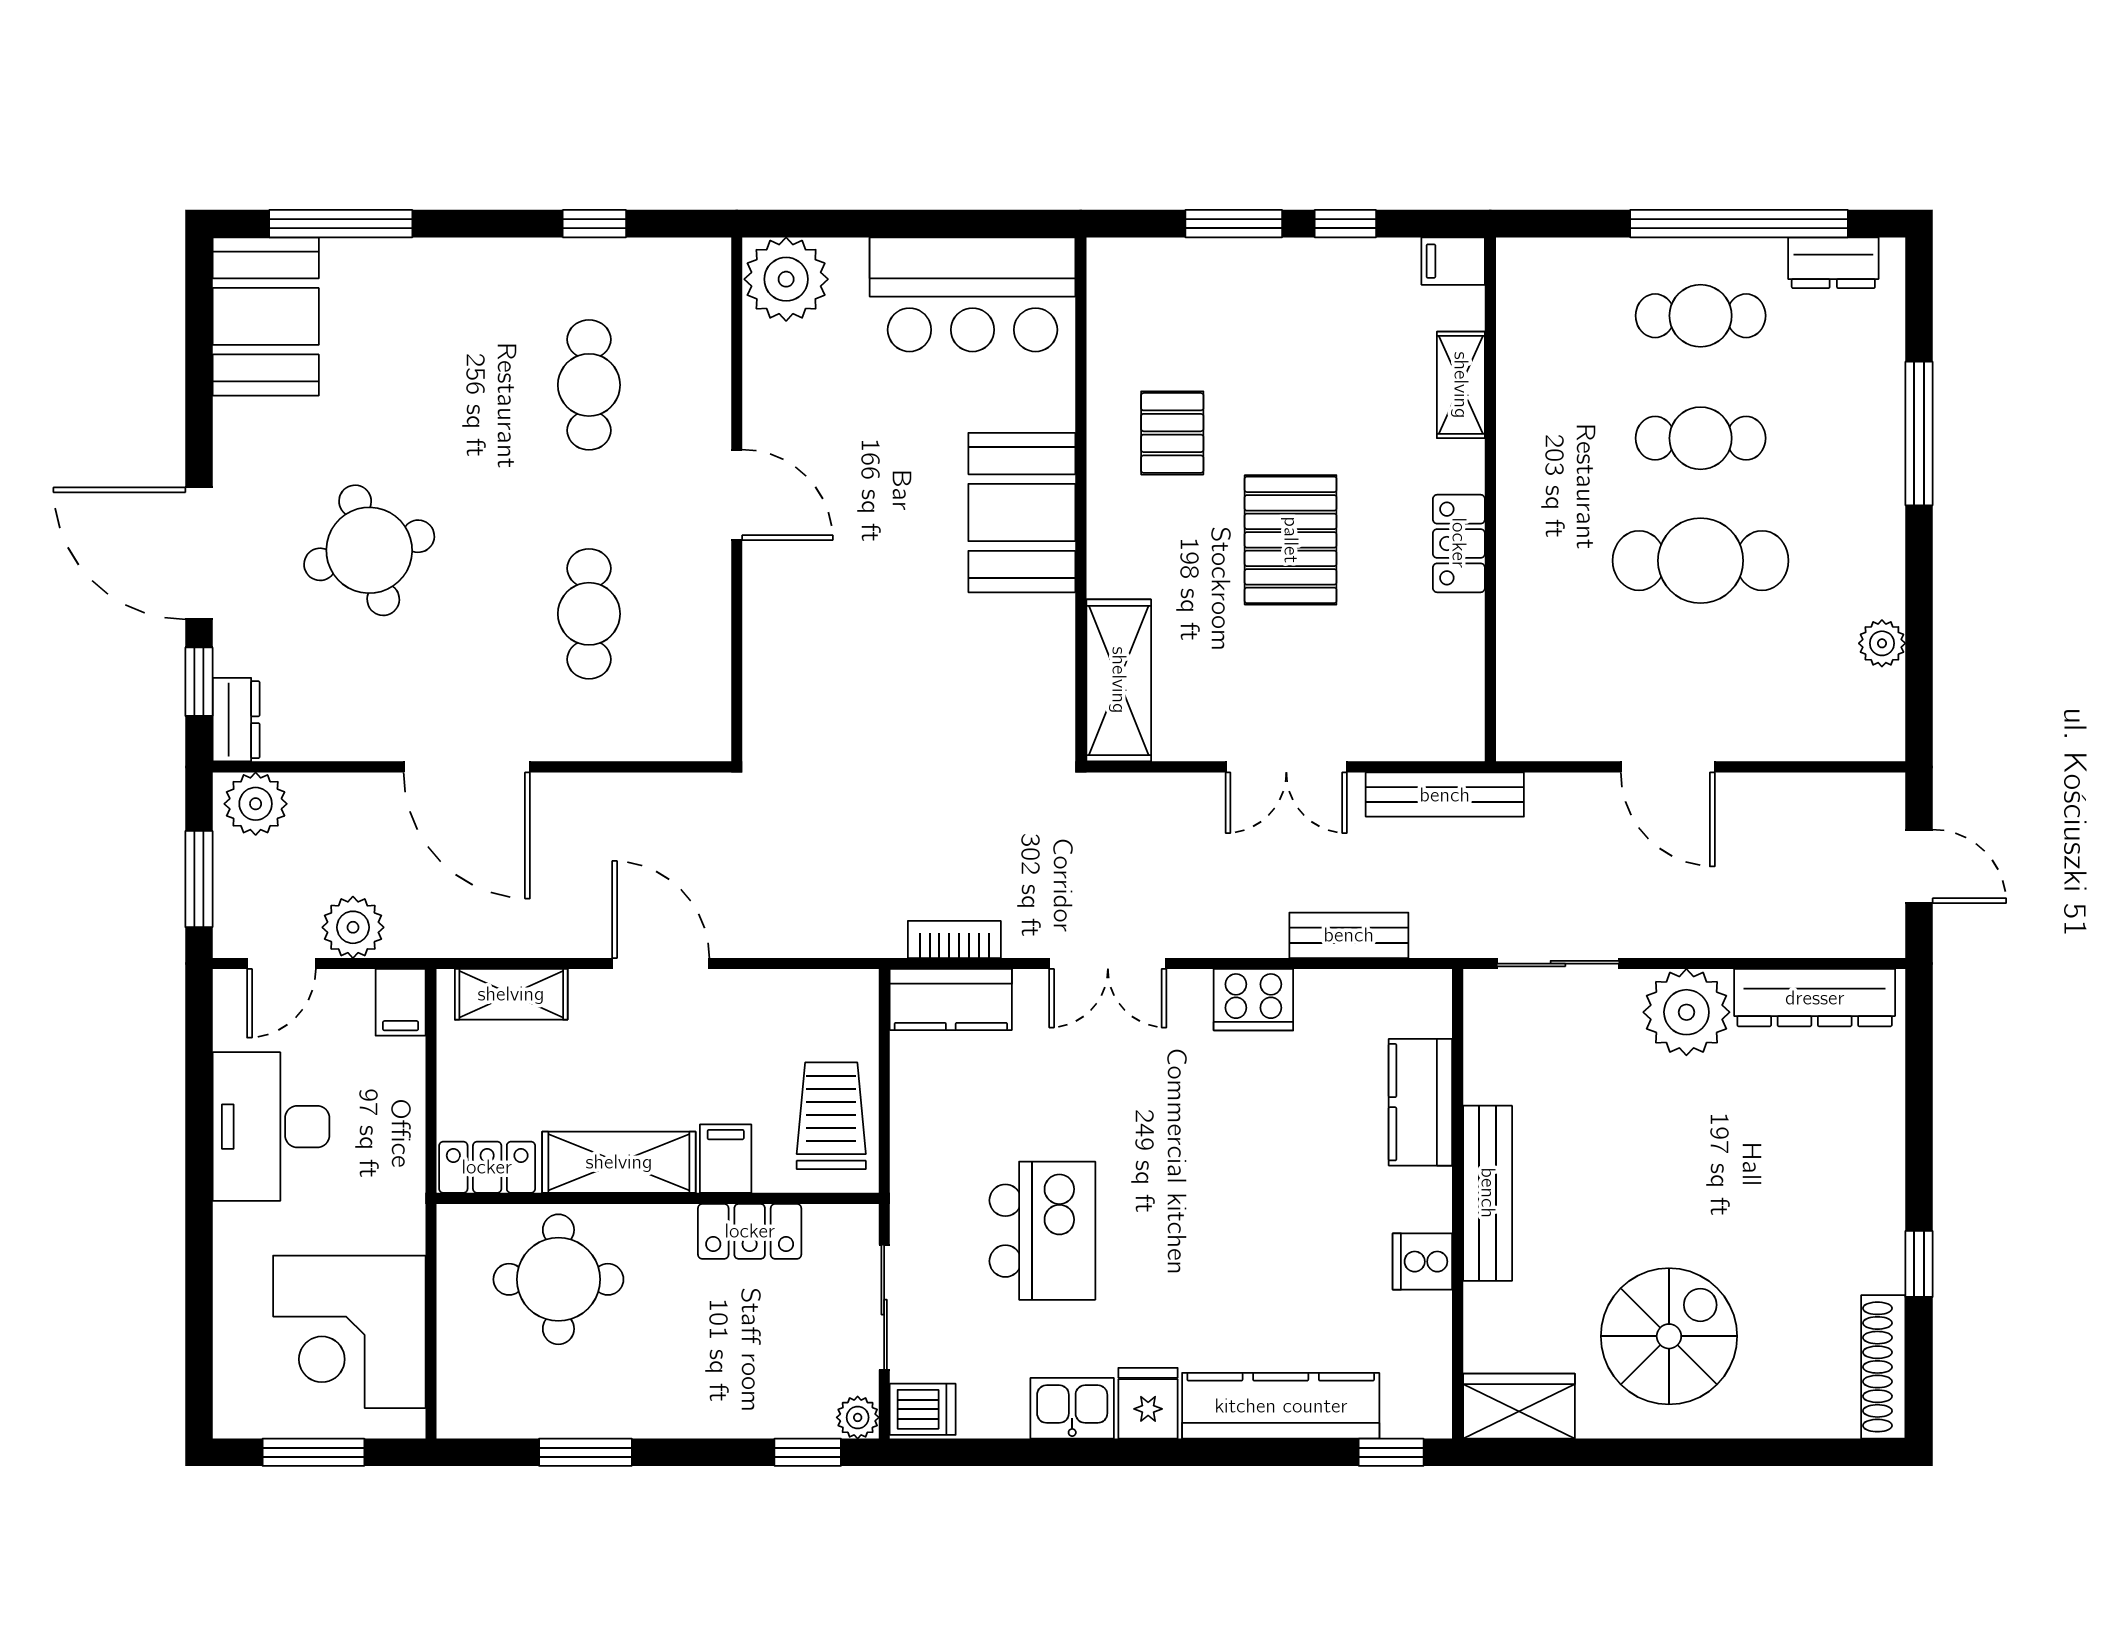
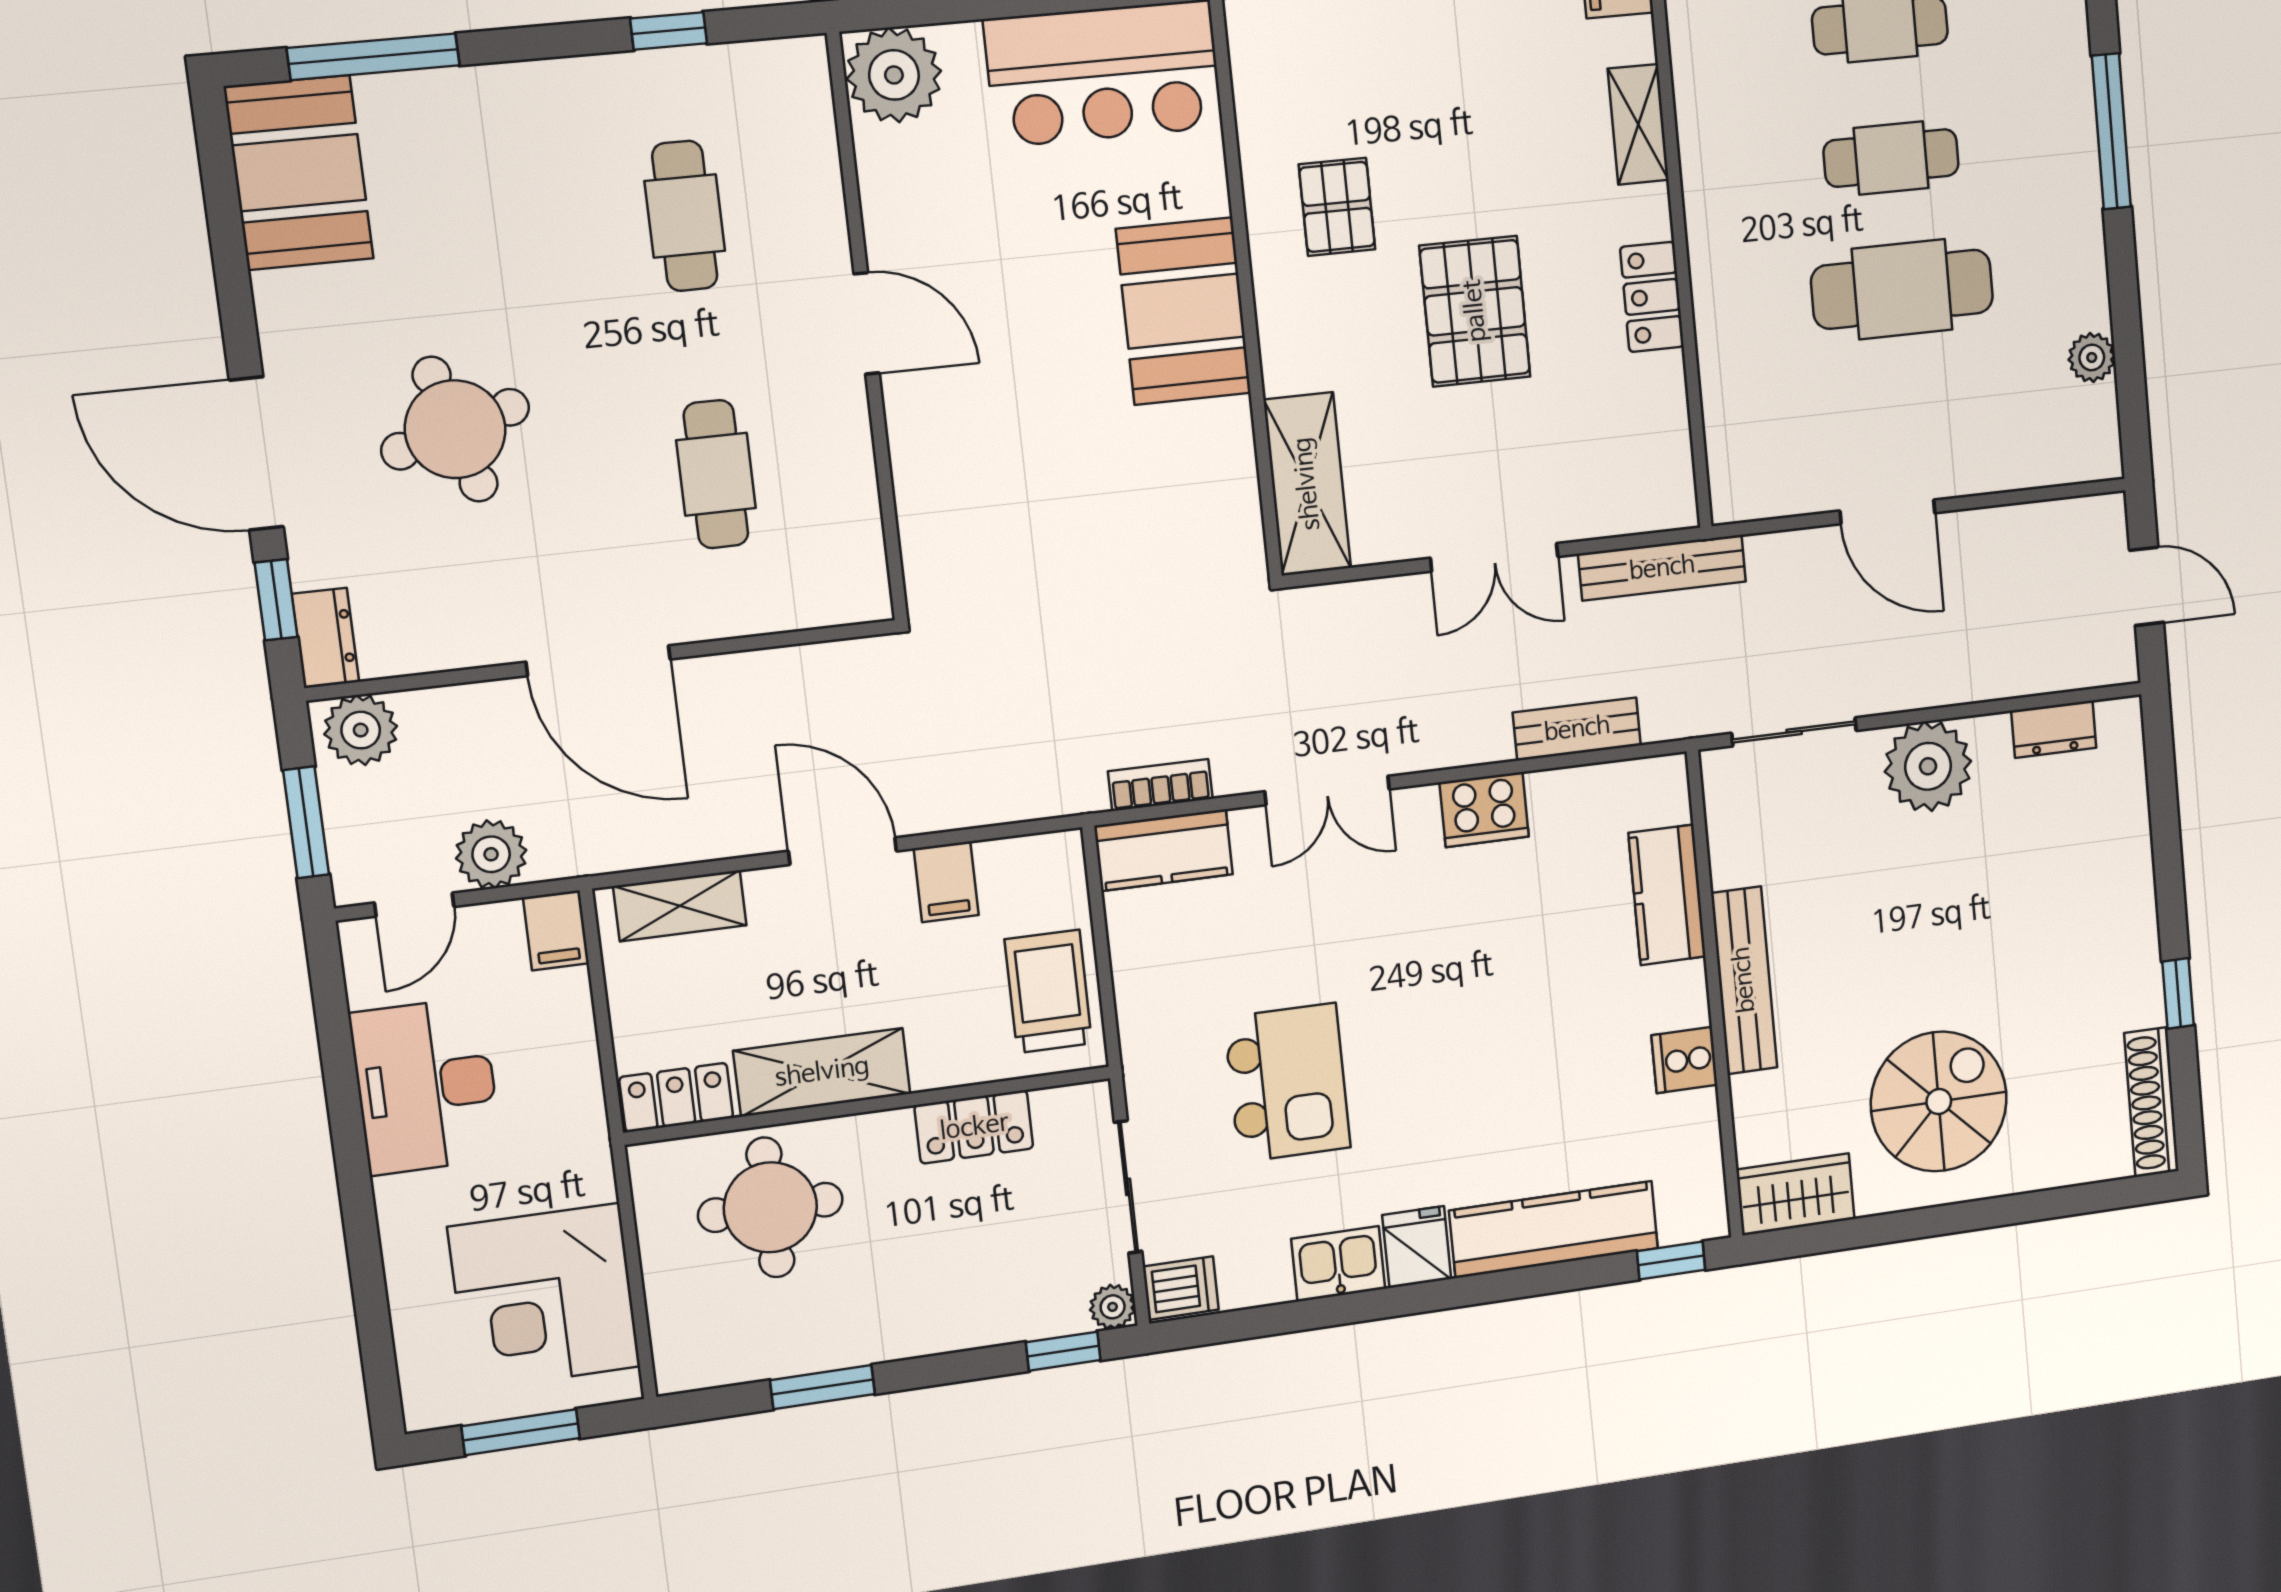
dresser: (1815, 998) -> (2054, 729), width x0.51, depth x0.80
filing cabinet: (726, 1159) -> (946, 882), moved, turned 180

